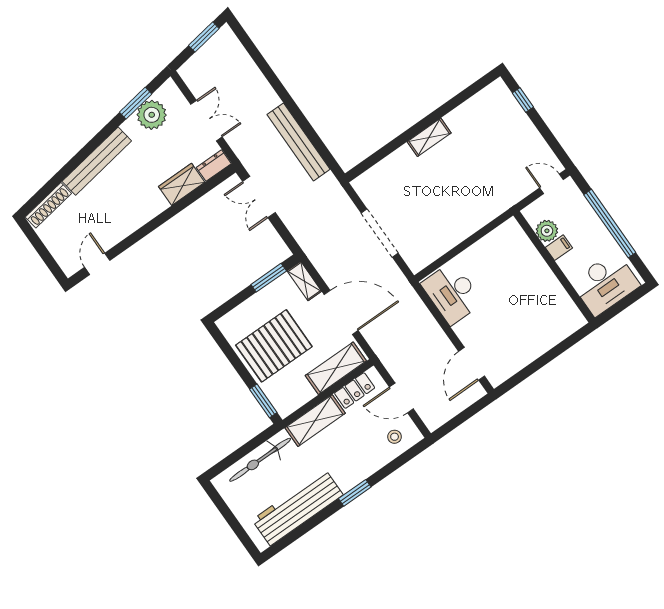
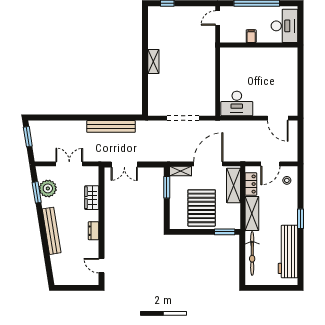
dresser: (214, 166) -> (94, 231), moved
shoe rack: (48, 205) -> (56, 269), removed
plant: (547, 231) -> (239, 36), removed

